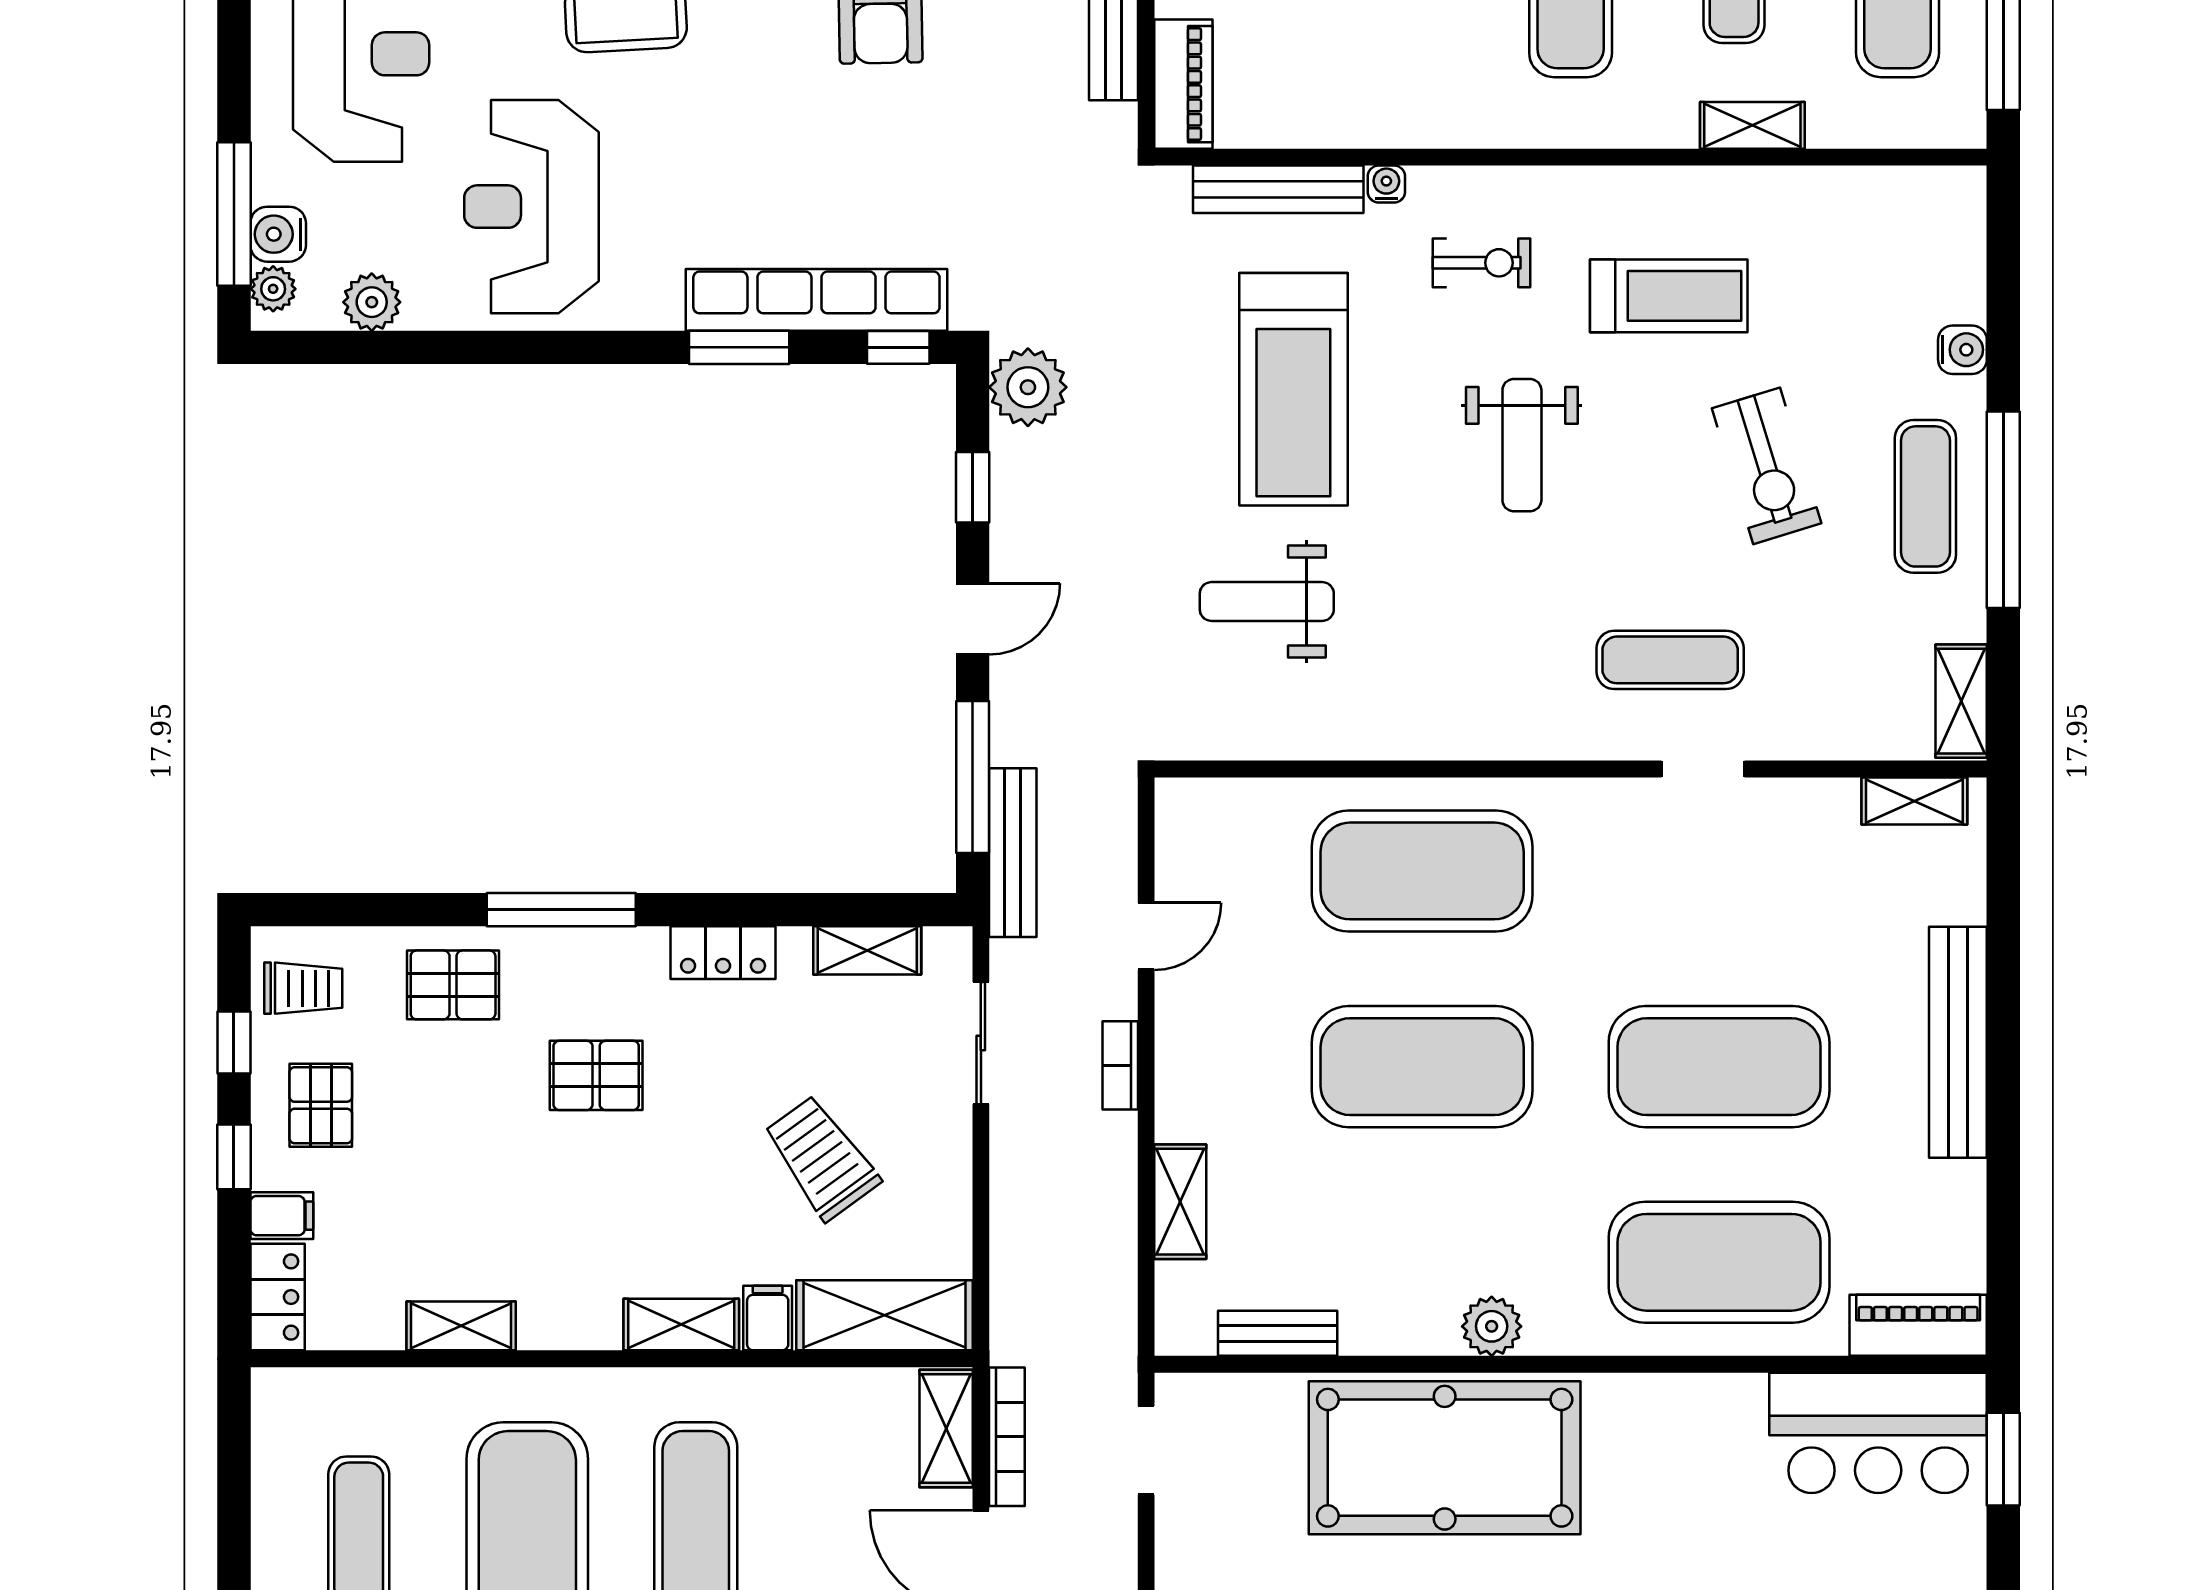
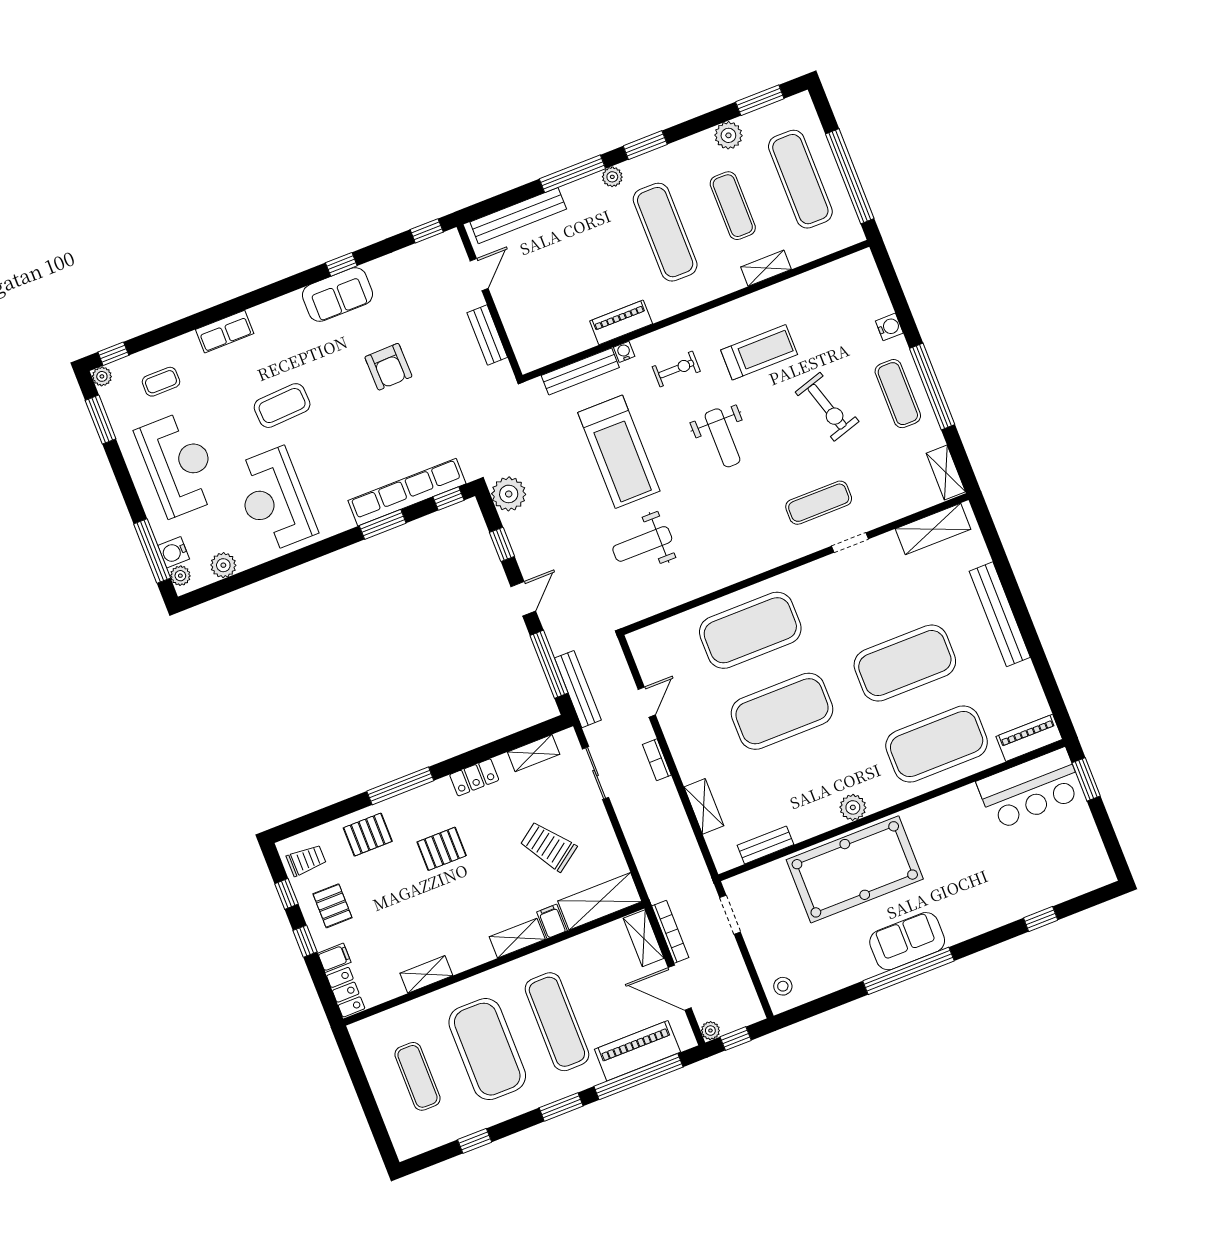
piano: (1183, 84) -> (621, 322), moved, turned -90
shelving: (1914, 801) -> (933, 529), width x1.50, depth x1.33

